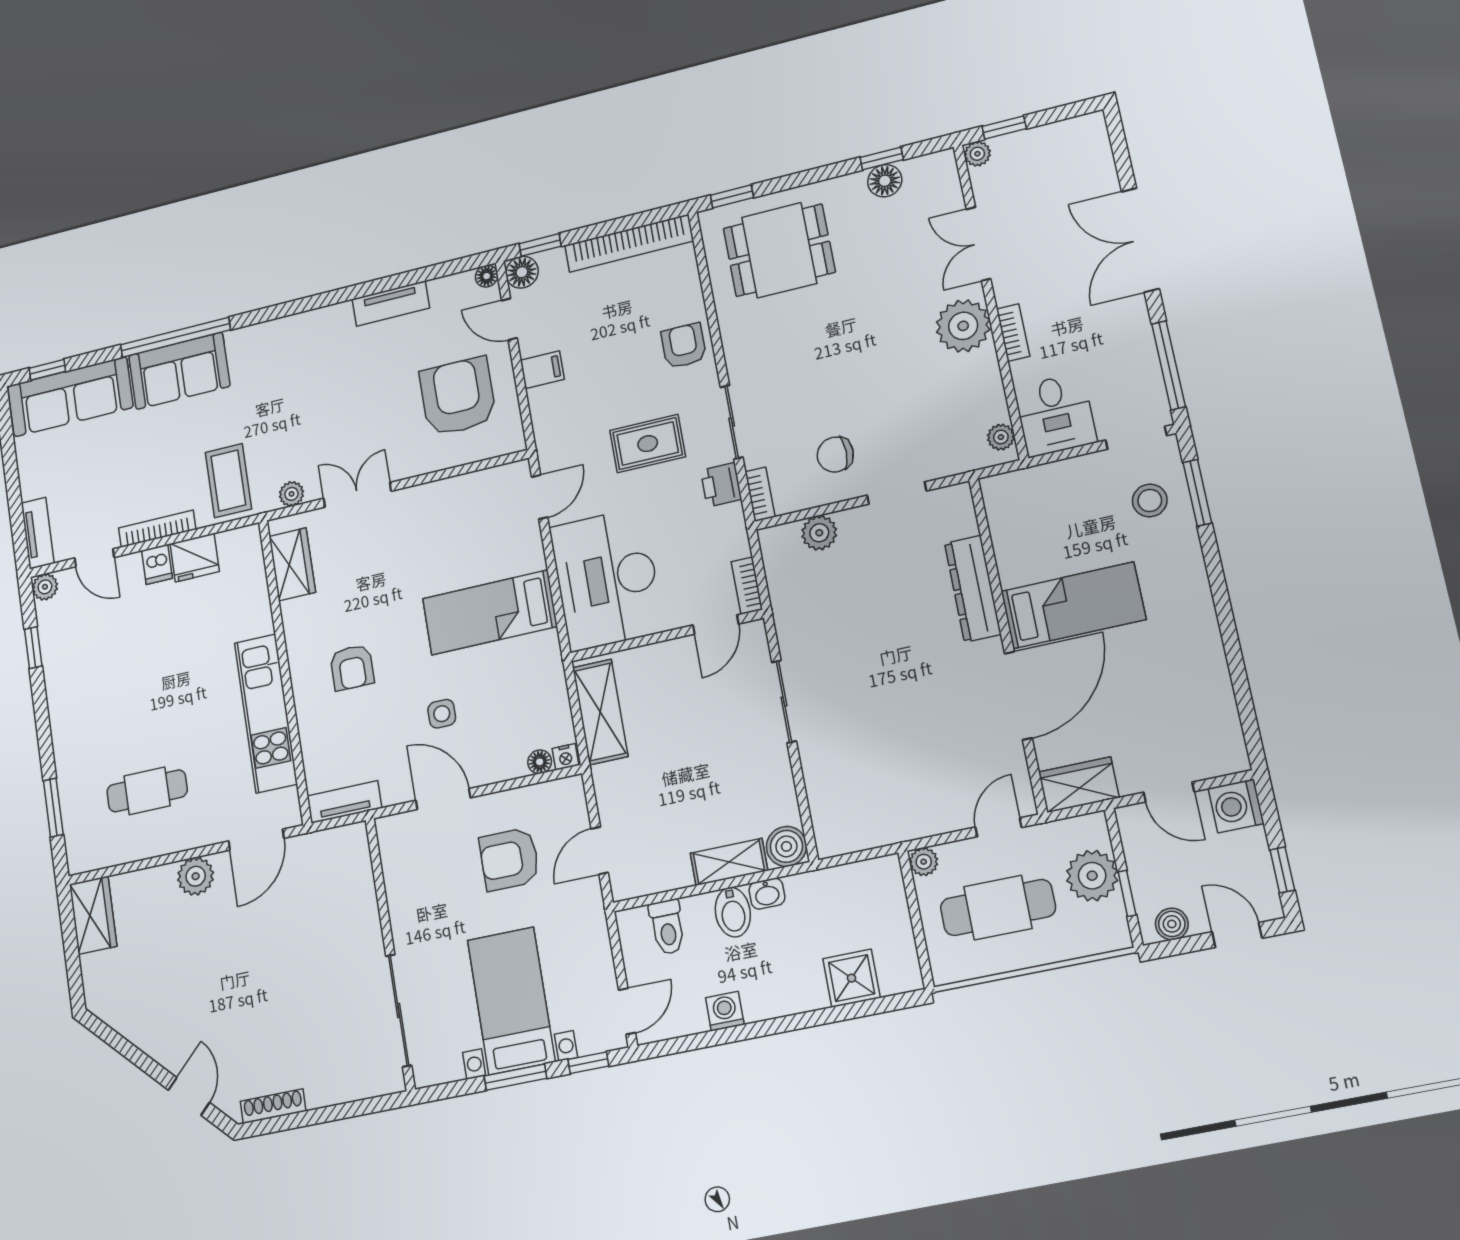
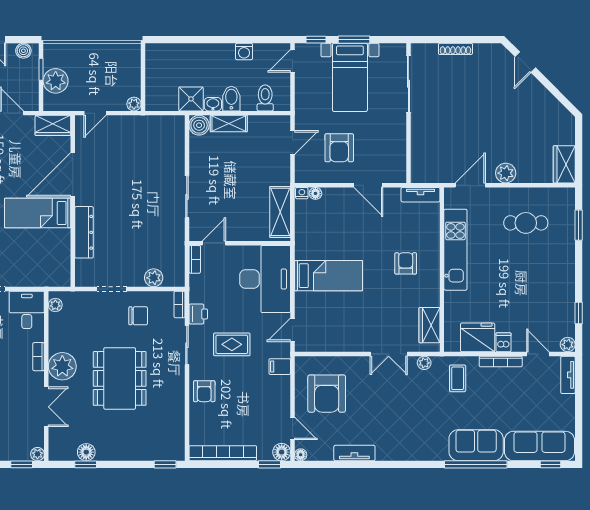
dining table: (779, 250) -> (120, 378), moved, width x1.37
filing cabinet: (542, 370) -> (280, 367), moved
coffee table: (228, 481) -> (458, 378), width x0.73, depth x0.77
fridge: (195, 558) -> (478, 337), width x1.36, depth x1.34
side table: (442, 714) -> (362, 229), removed
armchair: (509, 859) -> (339, 148), turned 90
cafe table: (998, 908) -> (103, 75), removed
shower: (852, 978) -> (191, 99), moved
shoe rack: (273, 1106) -> (455, 49), moved

